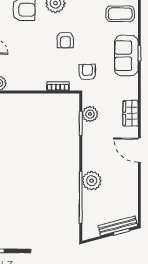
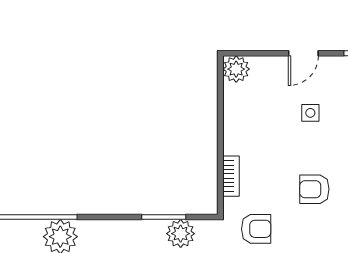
side table: (23, 42) -> (310, 113), added

